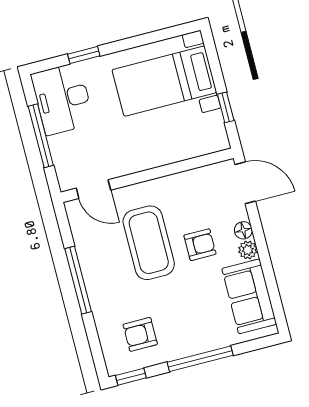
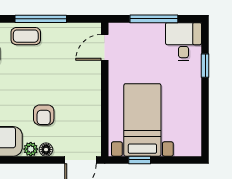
bed with nightstands: (164, 81) -> (142, 120), moved
desk: (62, 99) -> (184, 42), width x0.73
coffee table: (149, 243) -> (26, 36), moved, width x0.54, depth x0.58

